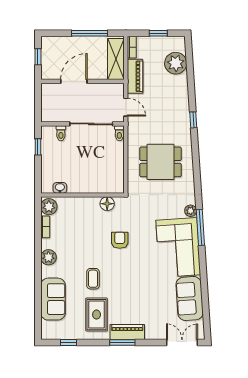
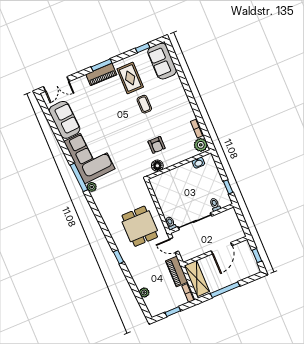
plant: (176, 63) -> (144, 293), width x0.53, depth x0.53
dining table: (161, 162) -> (140, 226), moved, turned 90
armchair: (120, 240) -> (157, 145), moved
plant: (48, 257) -> (185, 106), removed
sofa: (53, 299) -> (162, 61), moved

